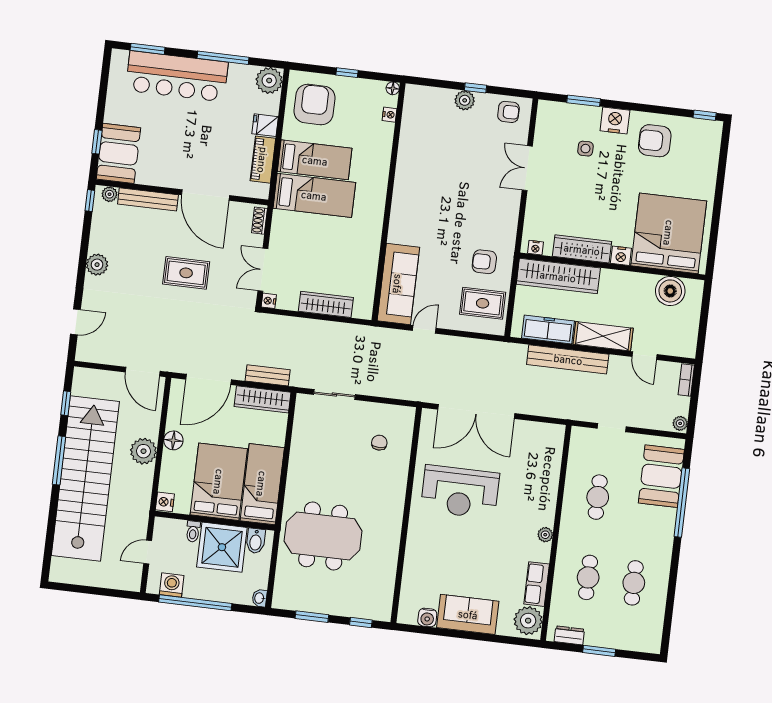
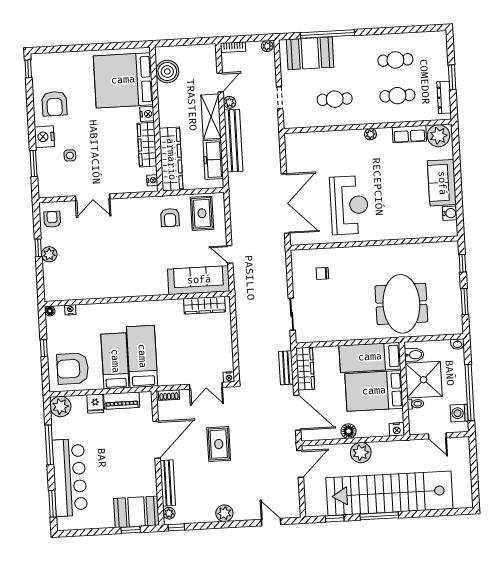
wardrobe: (326, 304) -> (204, 305), moved, turned -90
plant: (617, 363) -> (230, 102), added
dresser: (569, 635) -> (444, 97), width x1.44

